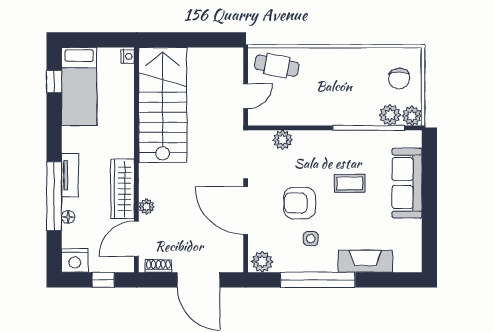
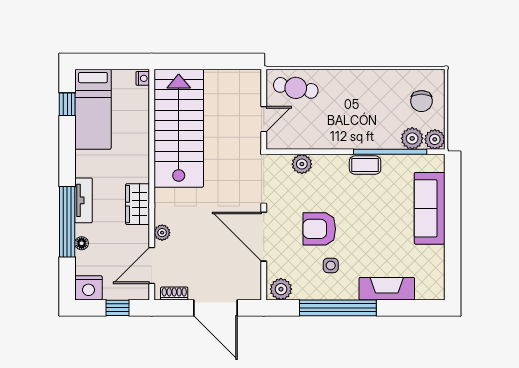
coffee table: (350, 183) -> (365, 165), moved
wardrobe: (123, 189) -> (138, 204), width x0.67

